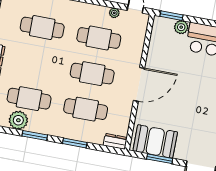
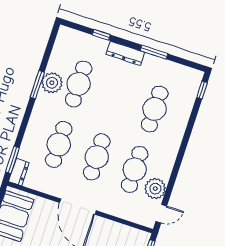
plant: (114, 13) -> (155, 189), width x1.87, depth x1.87
plant: (18, 120) -> (52, 83), moved
window: (75, 143) -> (12, 160), moved

